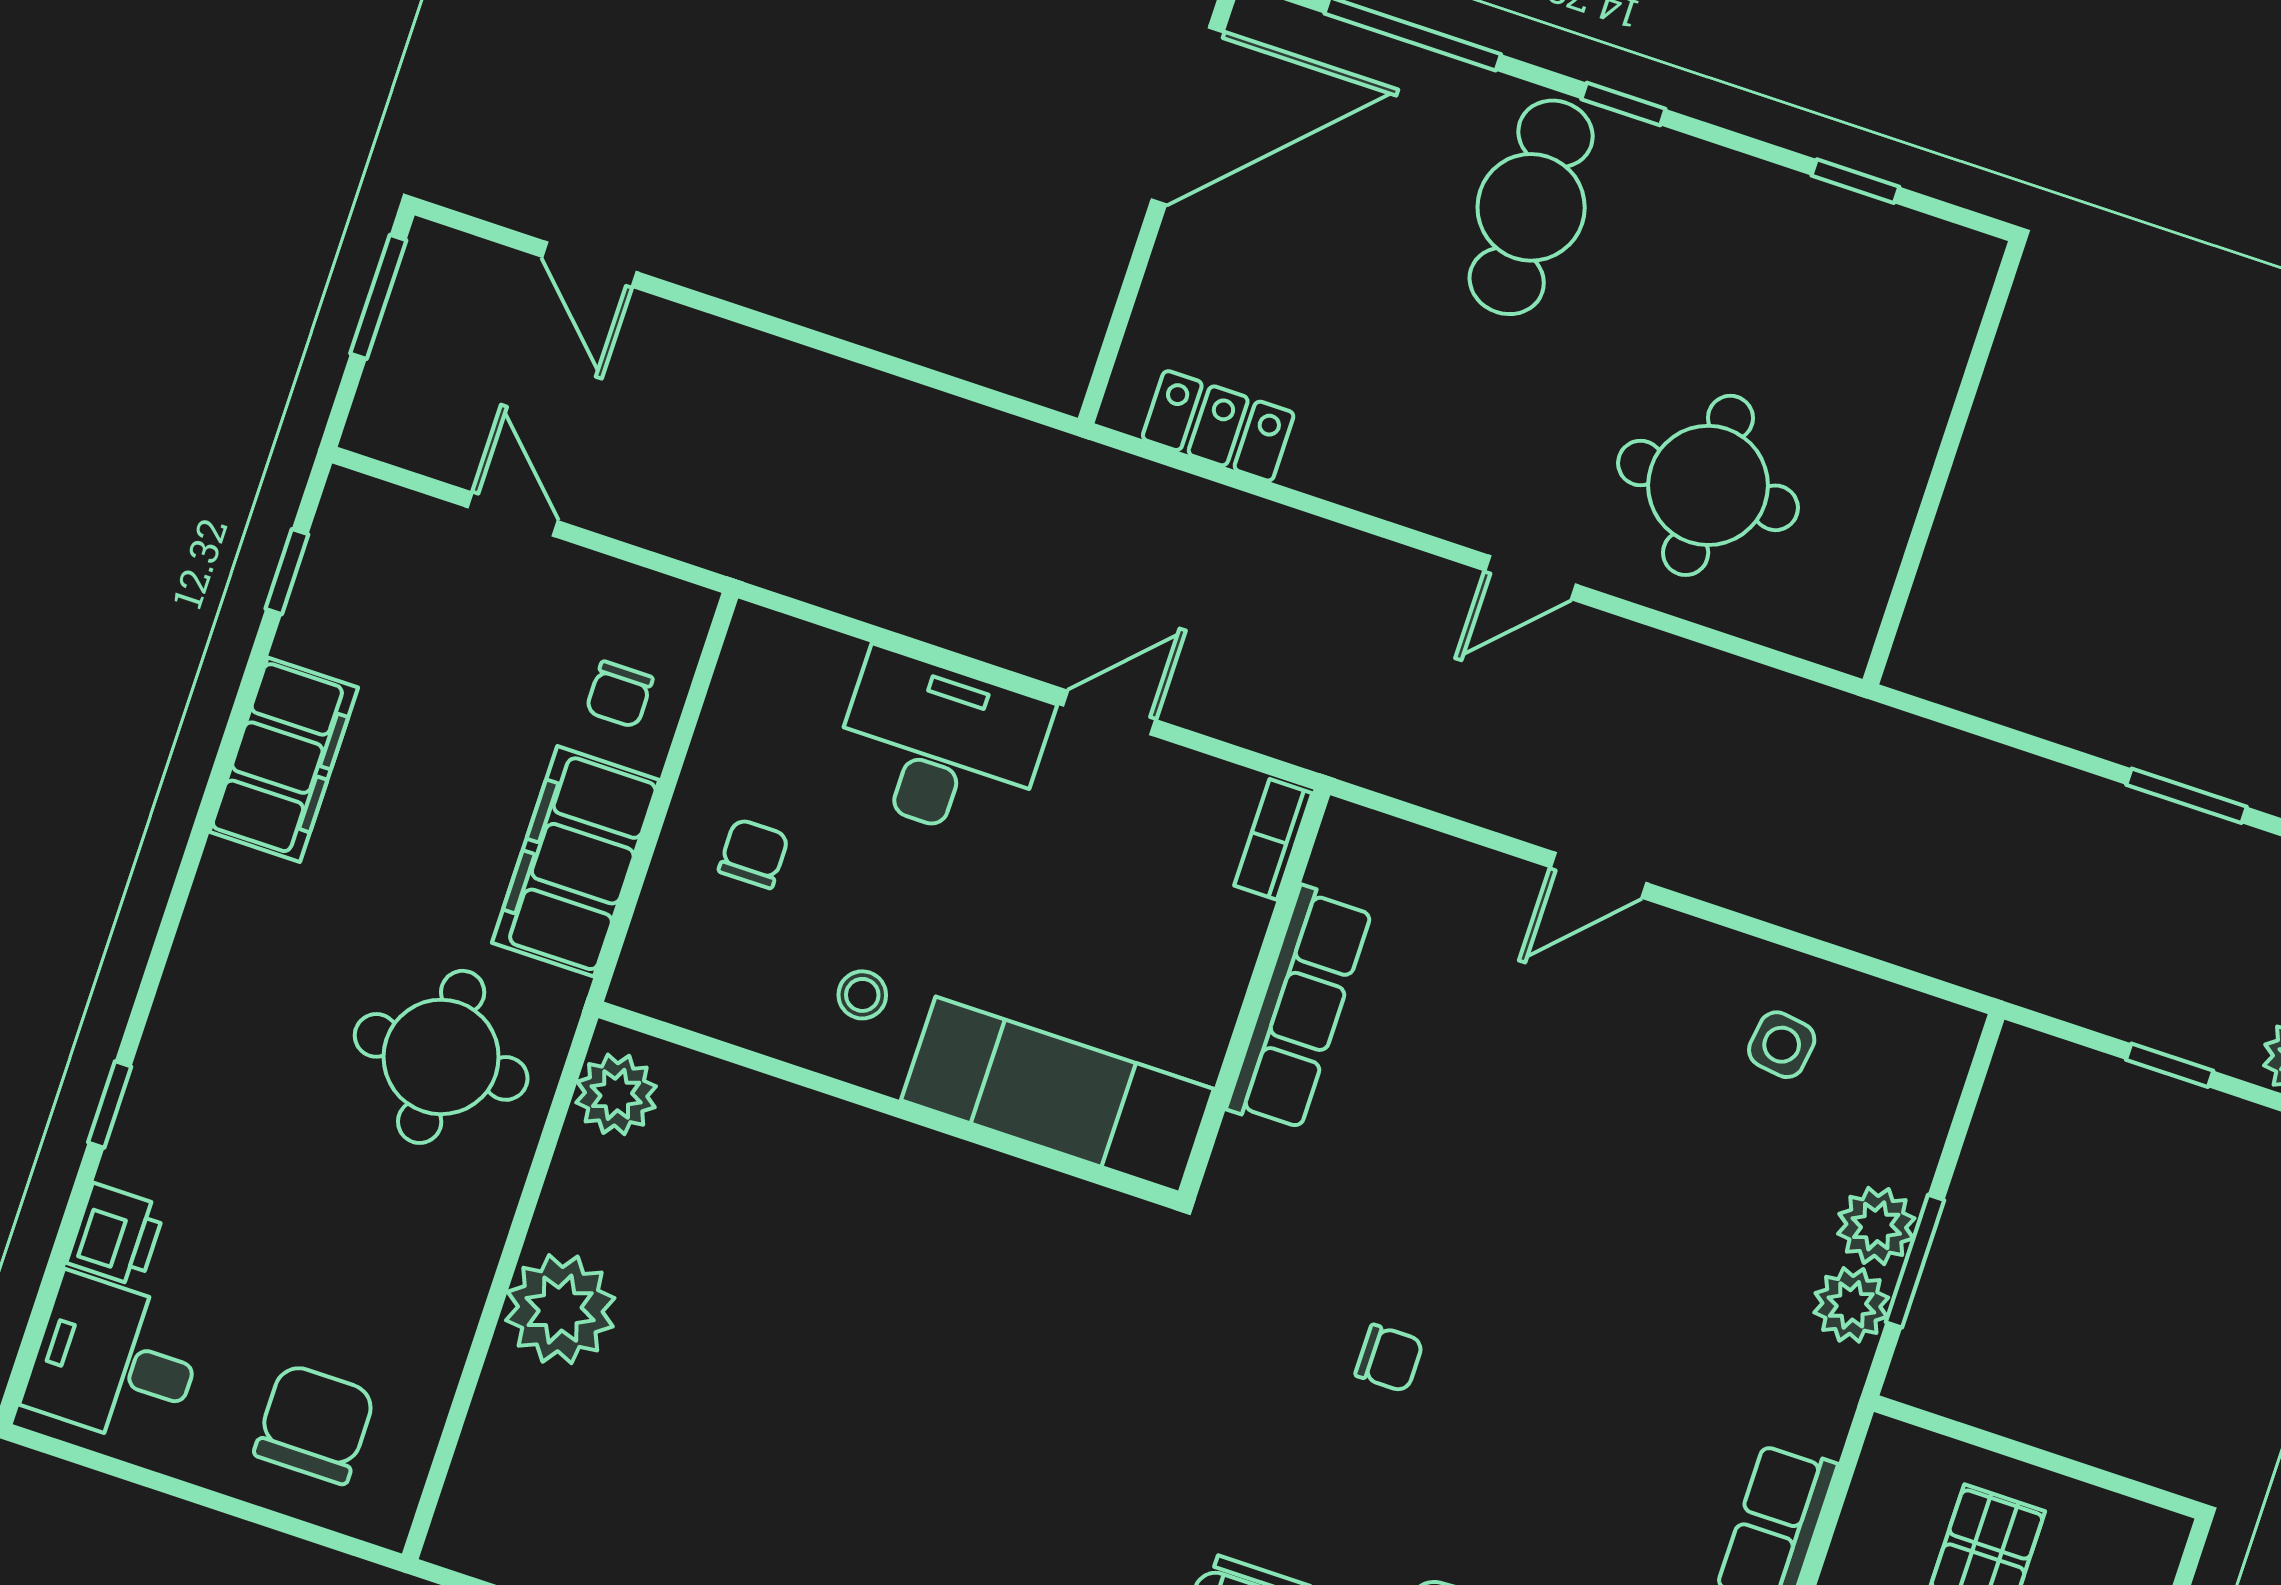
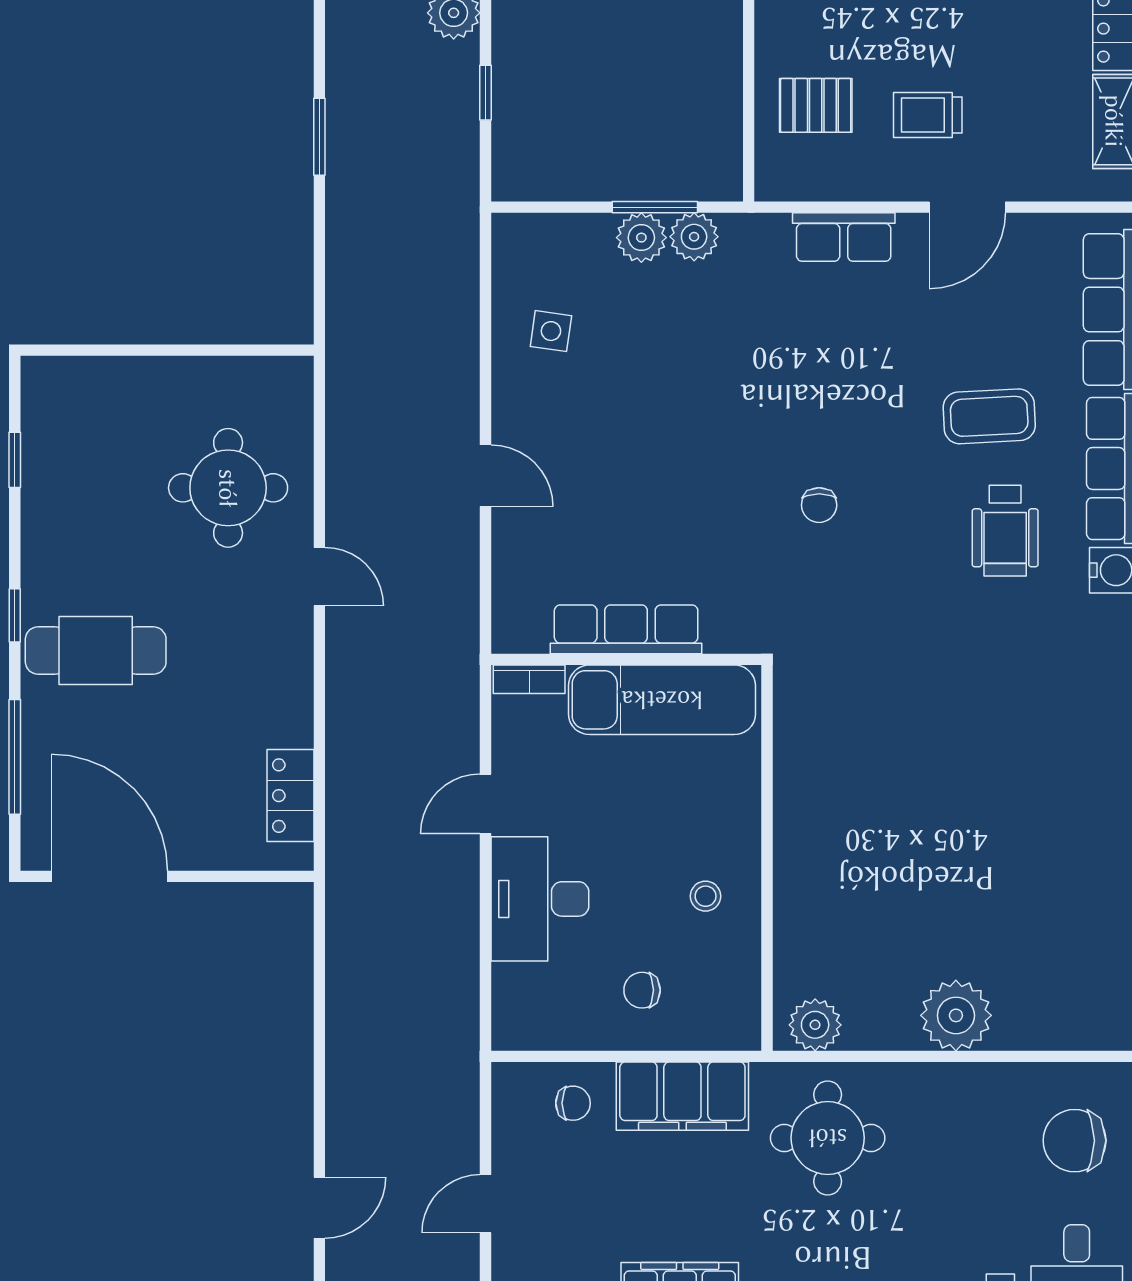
door: (1109, 713) -> (485, 804), hinge flipped
exam couch: (1057, 1095) -> (662, 700), moved, turned -90
chair: (1389, 1358) -> (819, 505), turned 180

